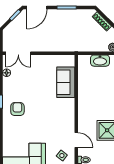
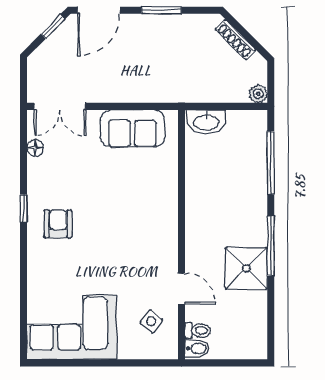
washbasin: (100, 61) -> (206, 122), moved
sofa: (66, 82) -> (132, 128), moved, turned -90

